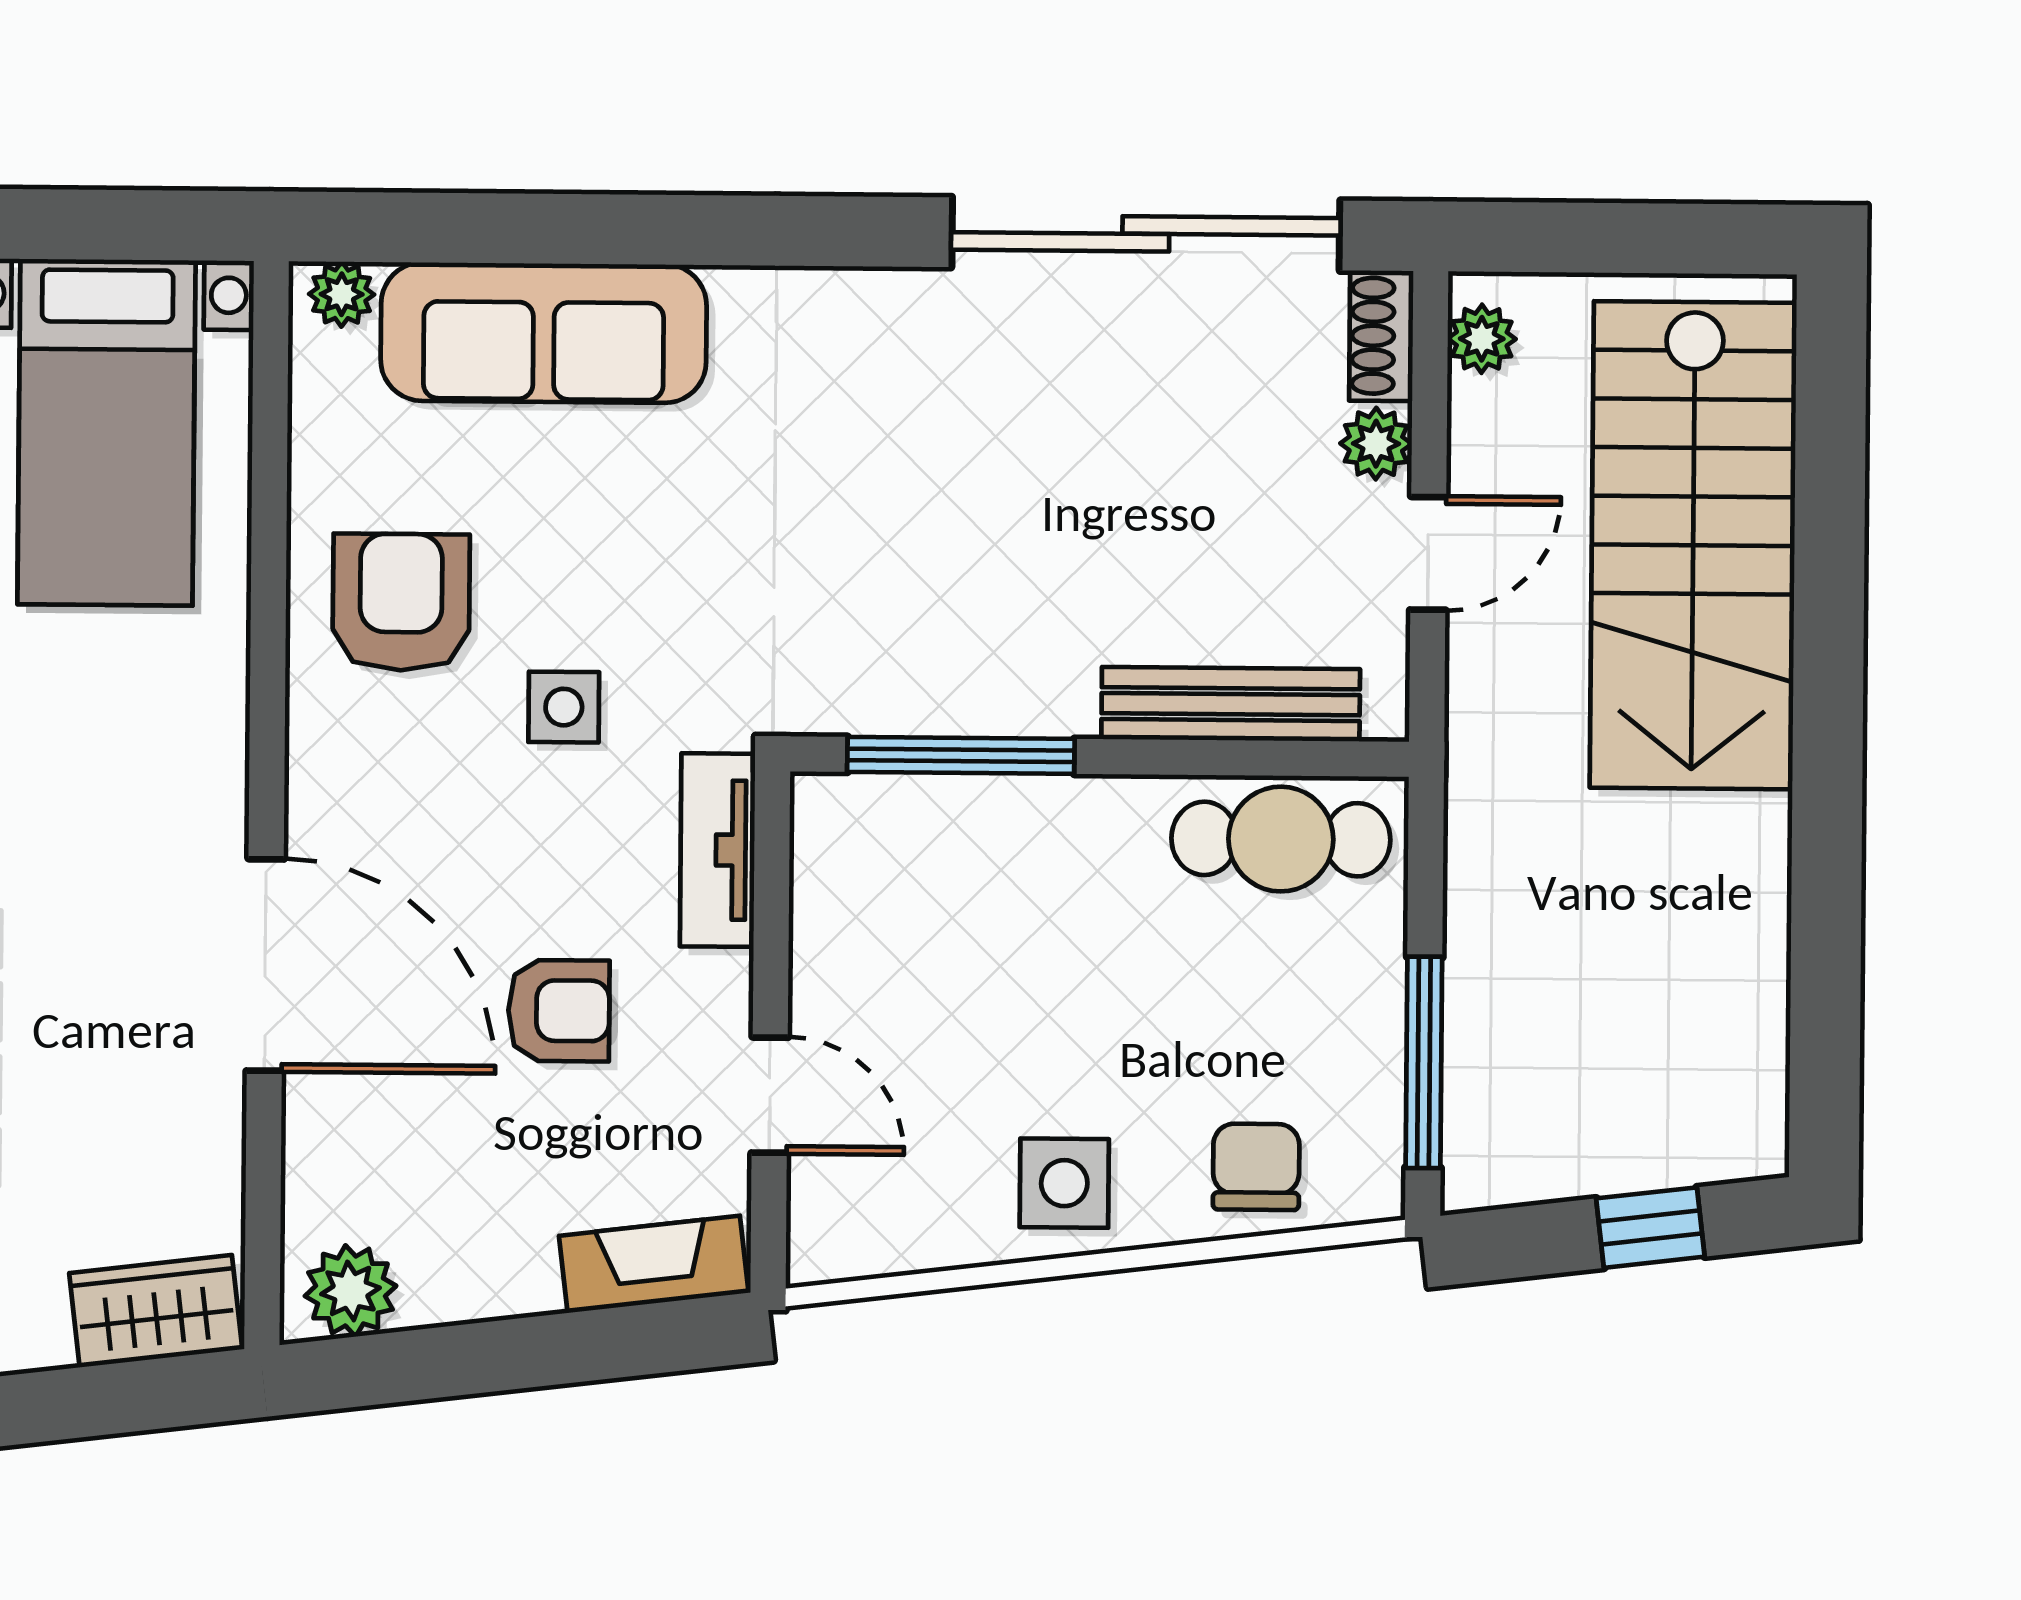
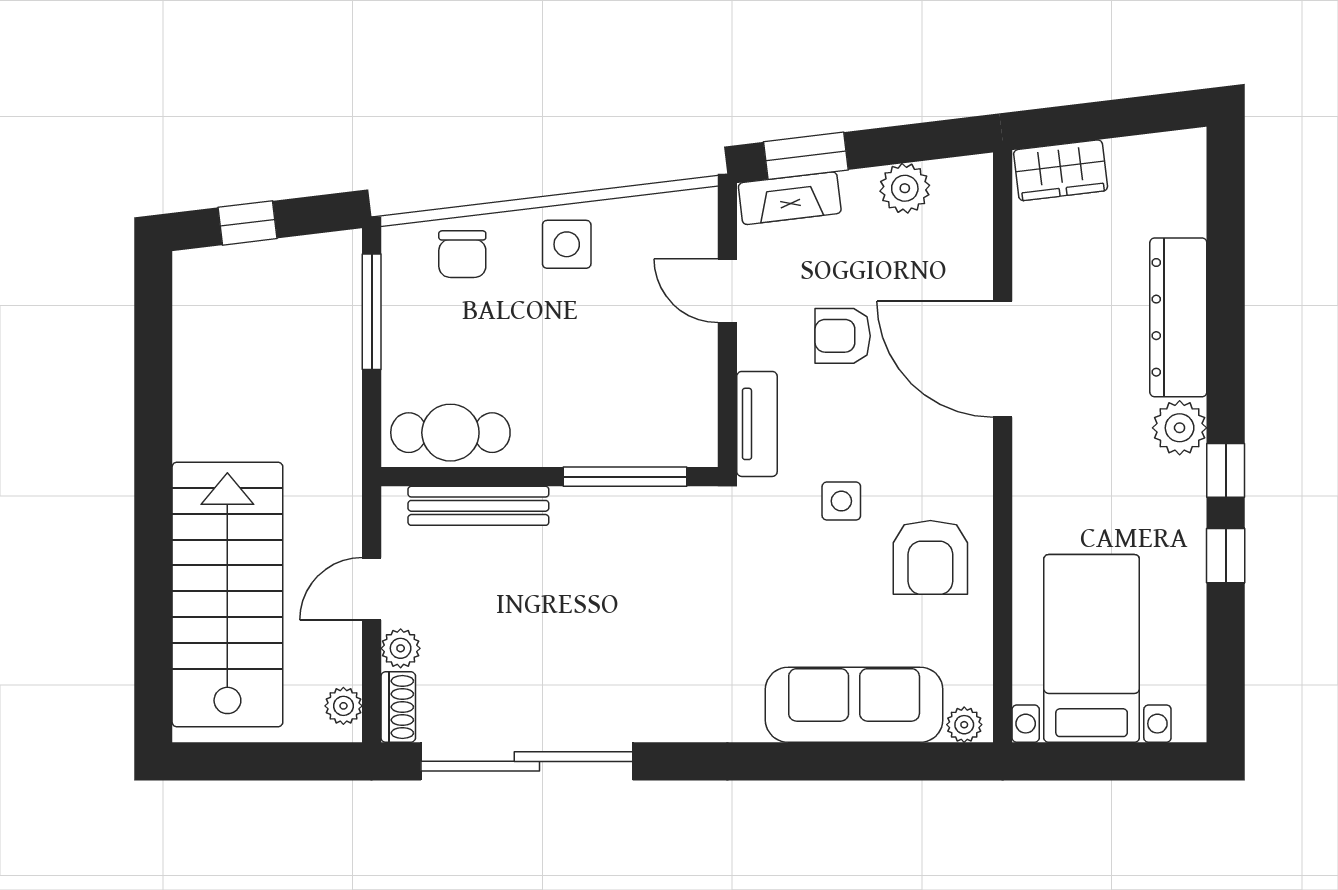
plant: (351, 1291) -> (905, 188), moved
window: (623, 1342) -> (806, 156), added

